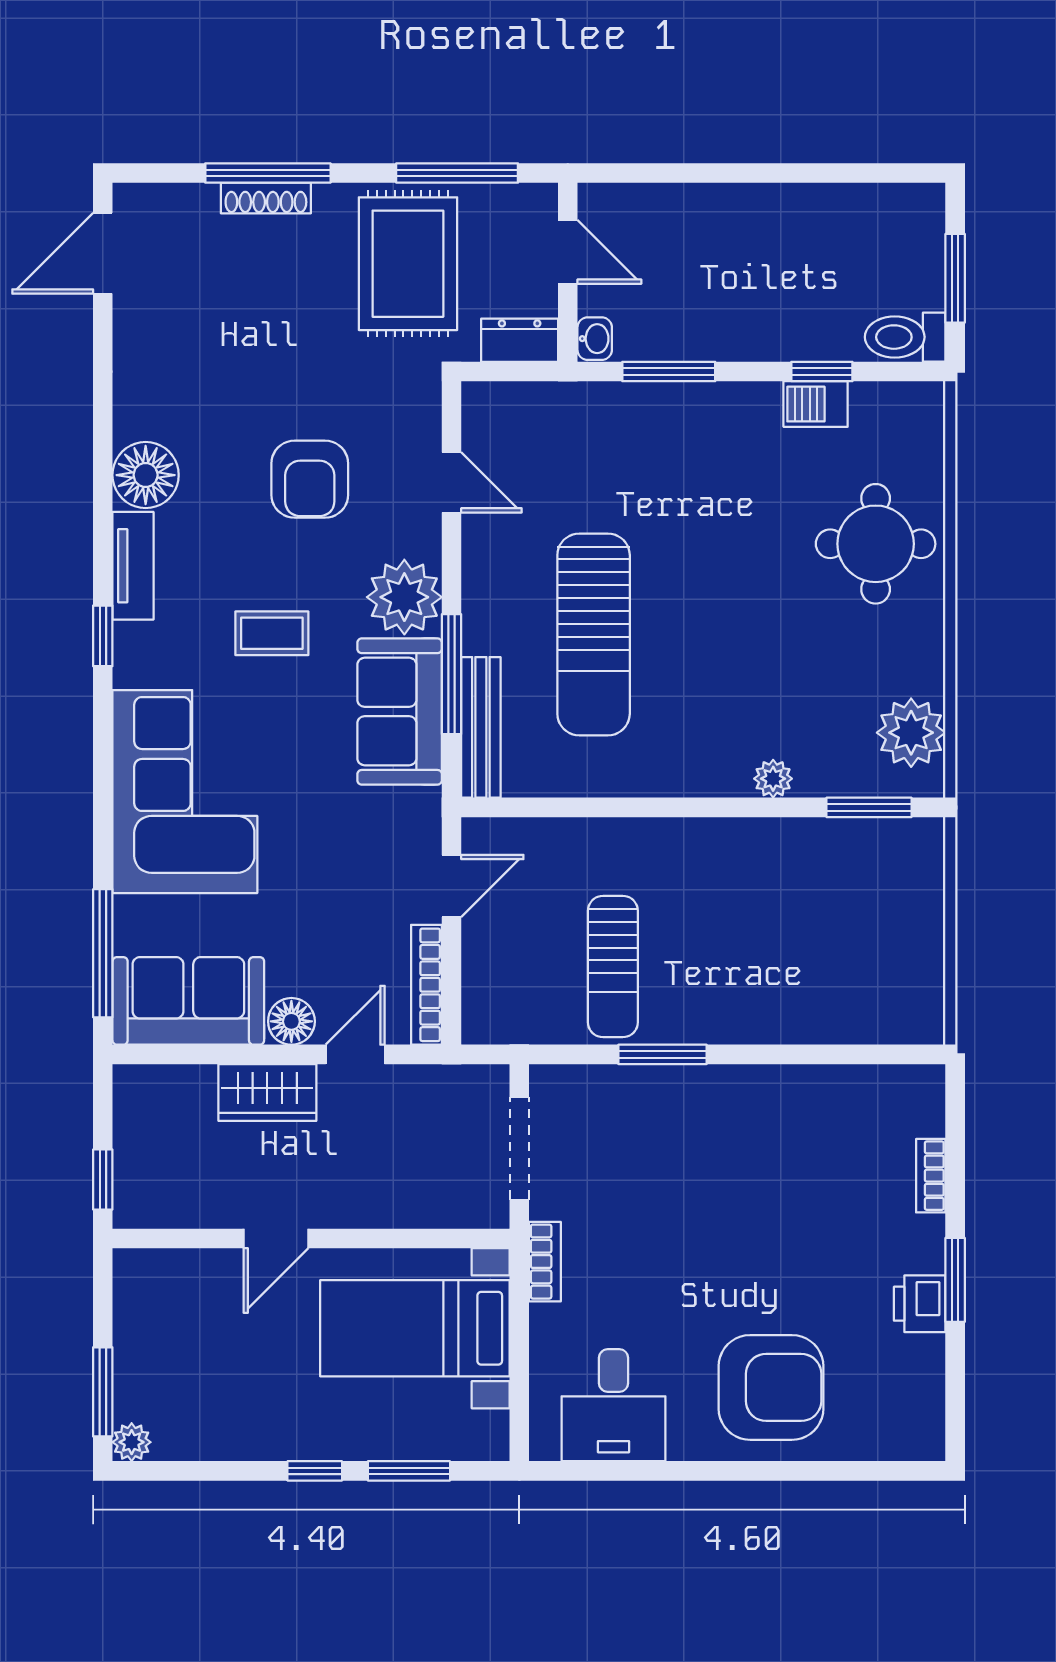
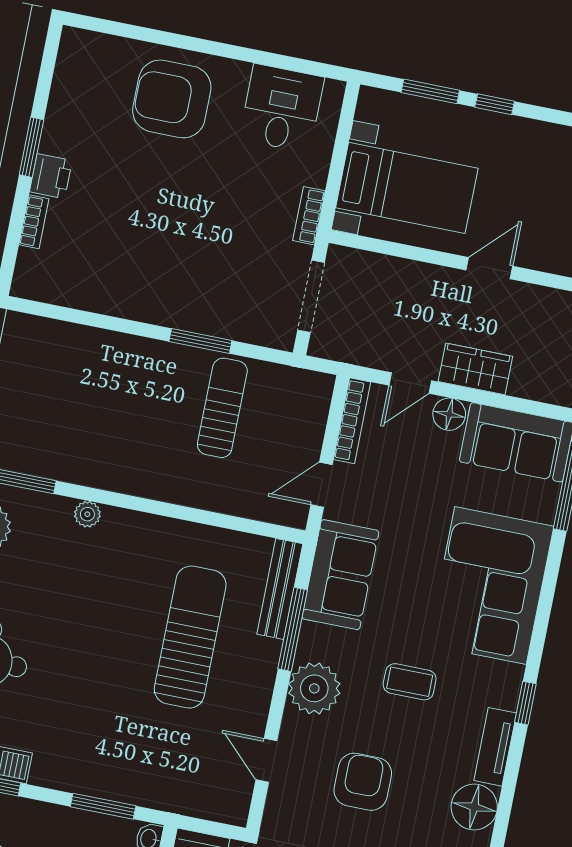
sofa: (400, 712) -> (340, 575), moved
printer: (920, 1304) -> (51, 176), moved

